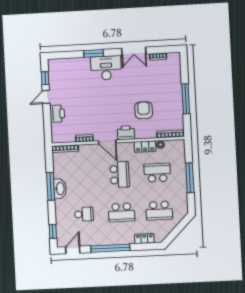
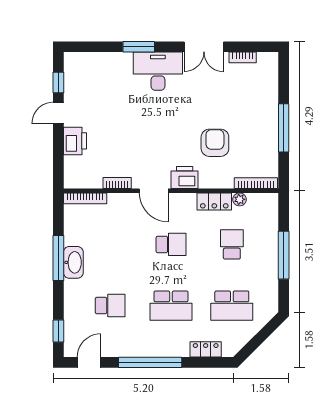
school desk: (157, 173) -> (232, 244), width x0.54
school desk: (120, 175) -> (171, 244), width x0.54

